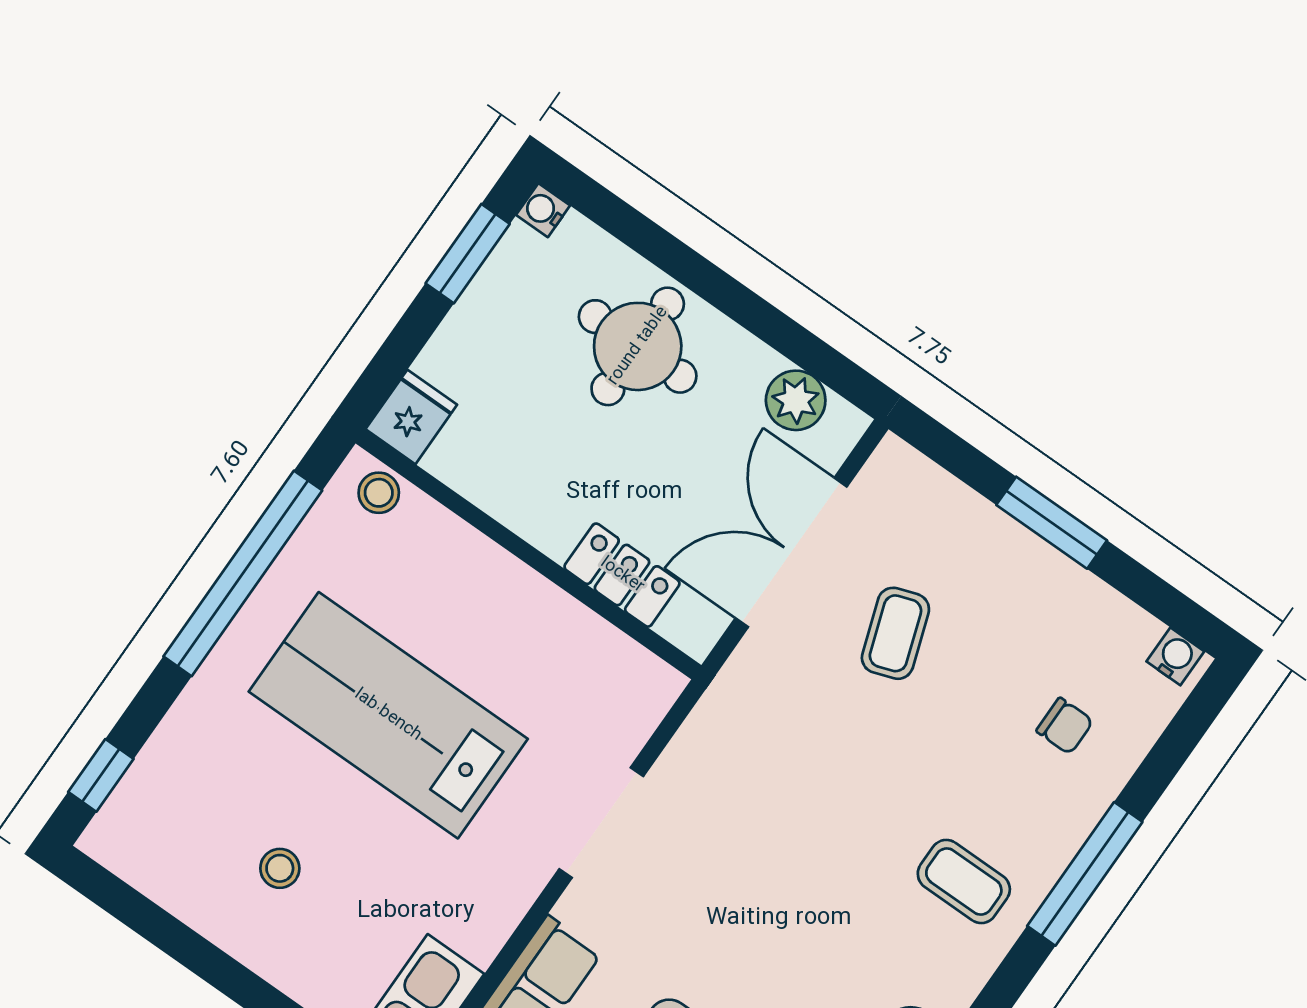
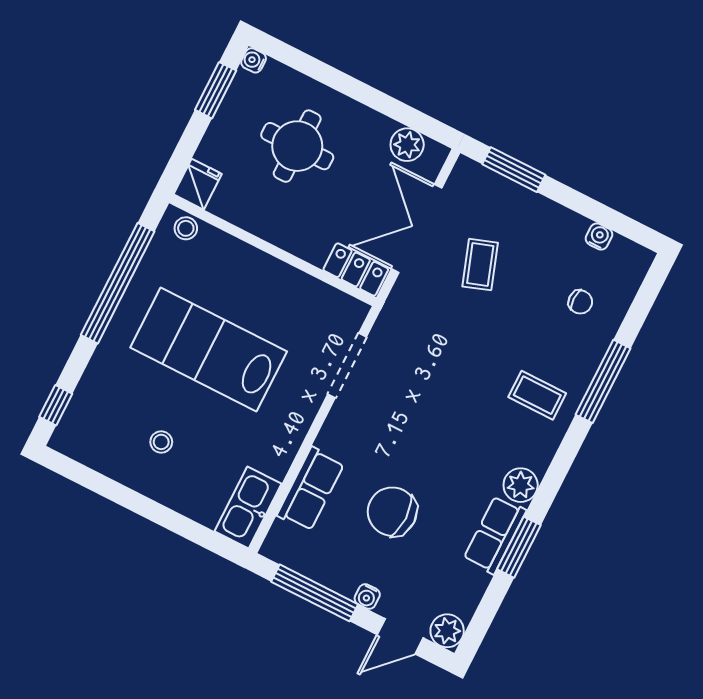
round table: (638, 346) -> (297, 146), moved
window: (1052, 523) -> (514, 170), moved
locker: (622, 575) -> (356, 270), moved
water cooler: (1175, 656) -> (599, 237), moved
doorway: (601, 823) -> (347, 366), moved

